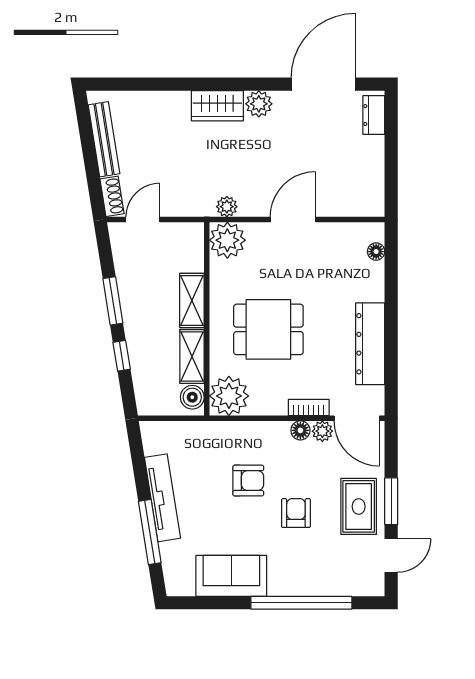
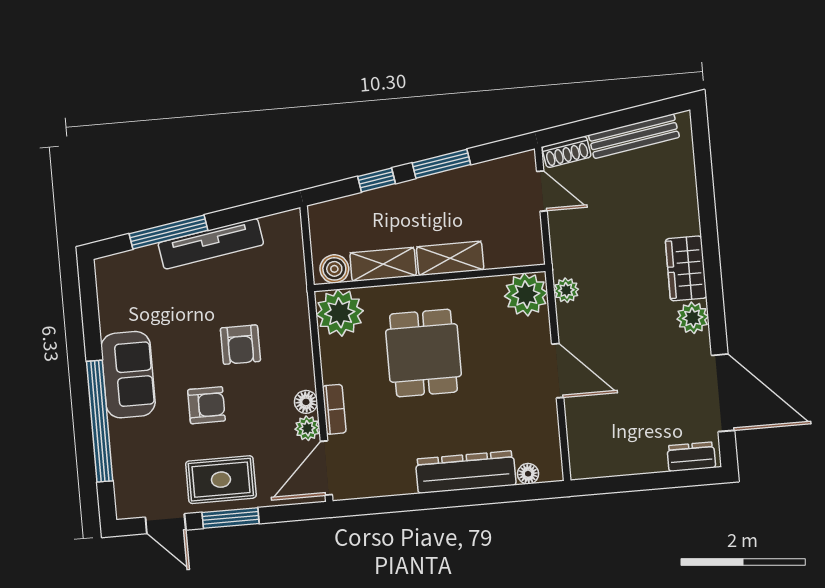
dresser: (370, 344) -> (466, 472), moved
sofa: (231, 576) -> (128, 375), moved

